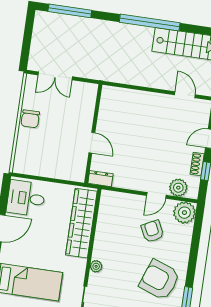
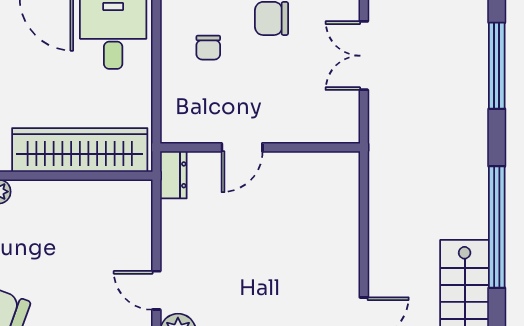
chair: (40, 152) -> (208, 48), added
armchair: (152, 231) -> (84, 293), removed

